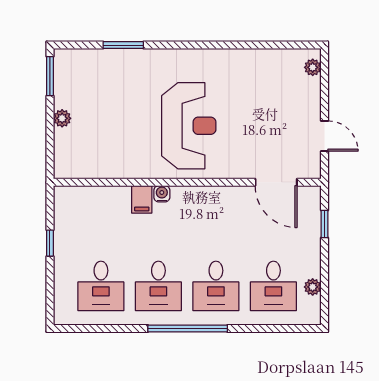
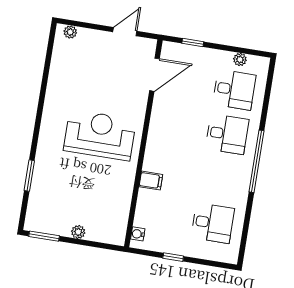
water cooler: (162, 194) -> (138, 234), moved
desk: (158, 286) -> (220, 179), removed

